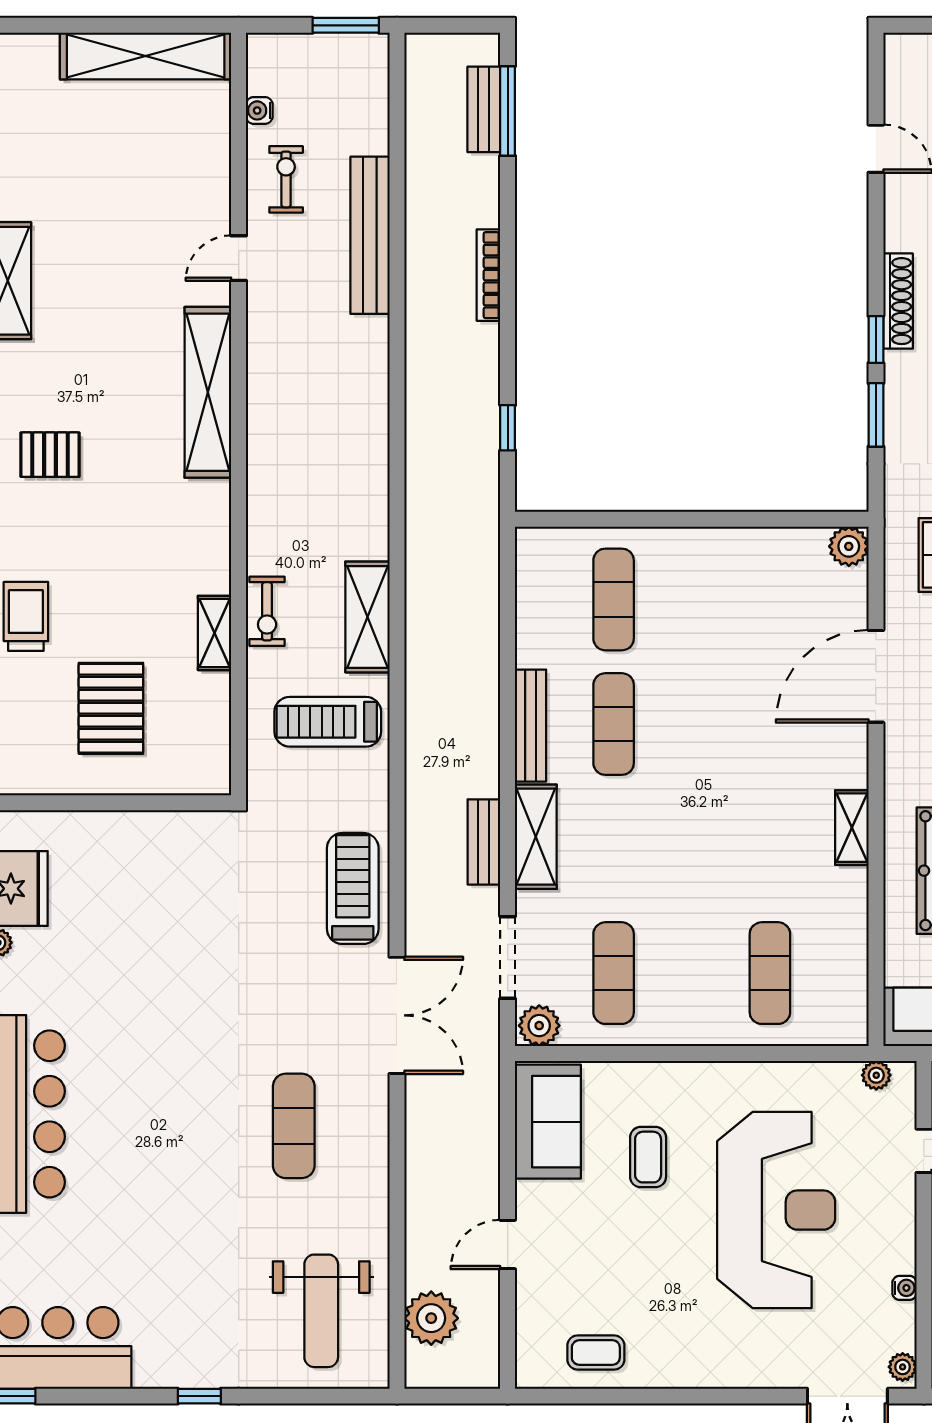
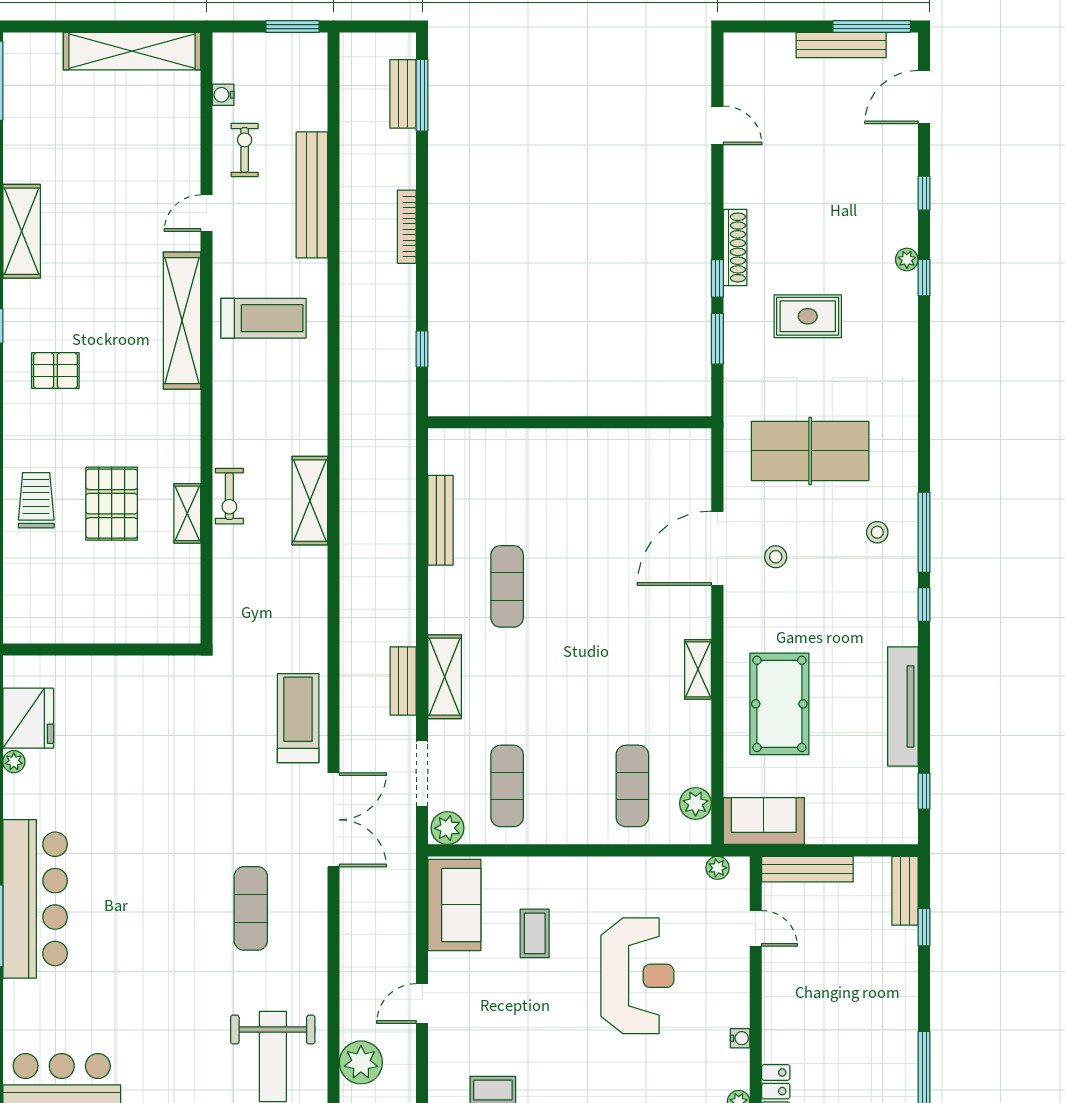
plant: (849, 546) -> (696, 803), moved
exercise mat: (614, 599) -> (507, 487), removed
pallet: (111, 708) -> (112, 504), moved
treadmill: (328, 722) -> (263, 318), moved, turned 180
bench: (531, 726) -> (441, 520), moved
reception desk: (776, 1210) -> (637, 976), width x0.74, depth x0.77

